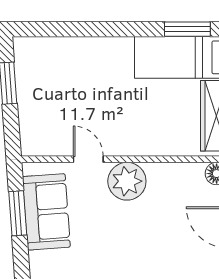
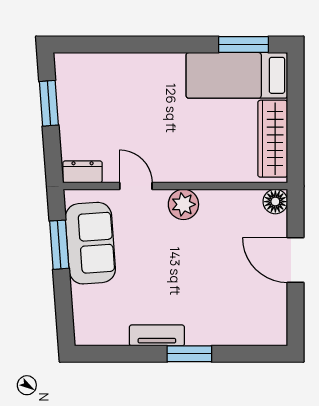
dresser: (39, 146) -> (83, 172), added
plant: (127, 181) -> (183, 204), width x0.73, depth x0.73

